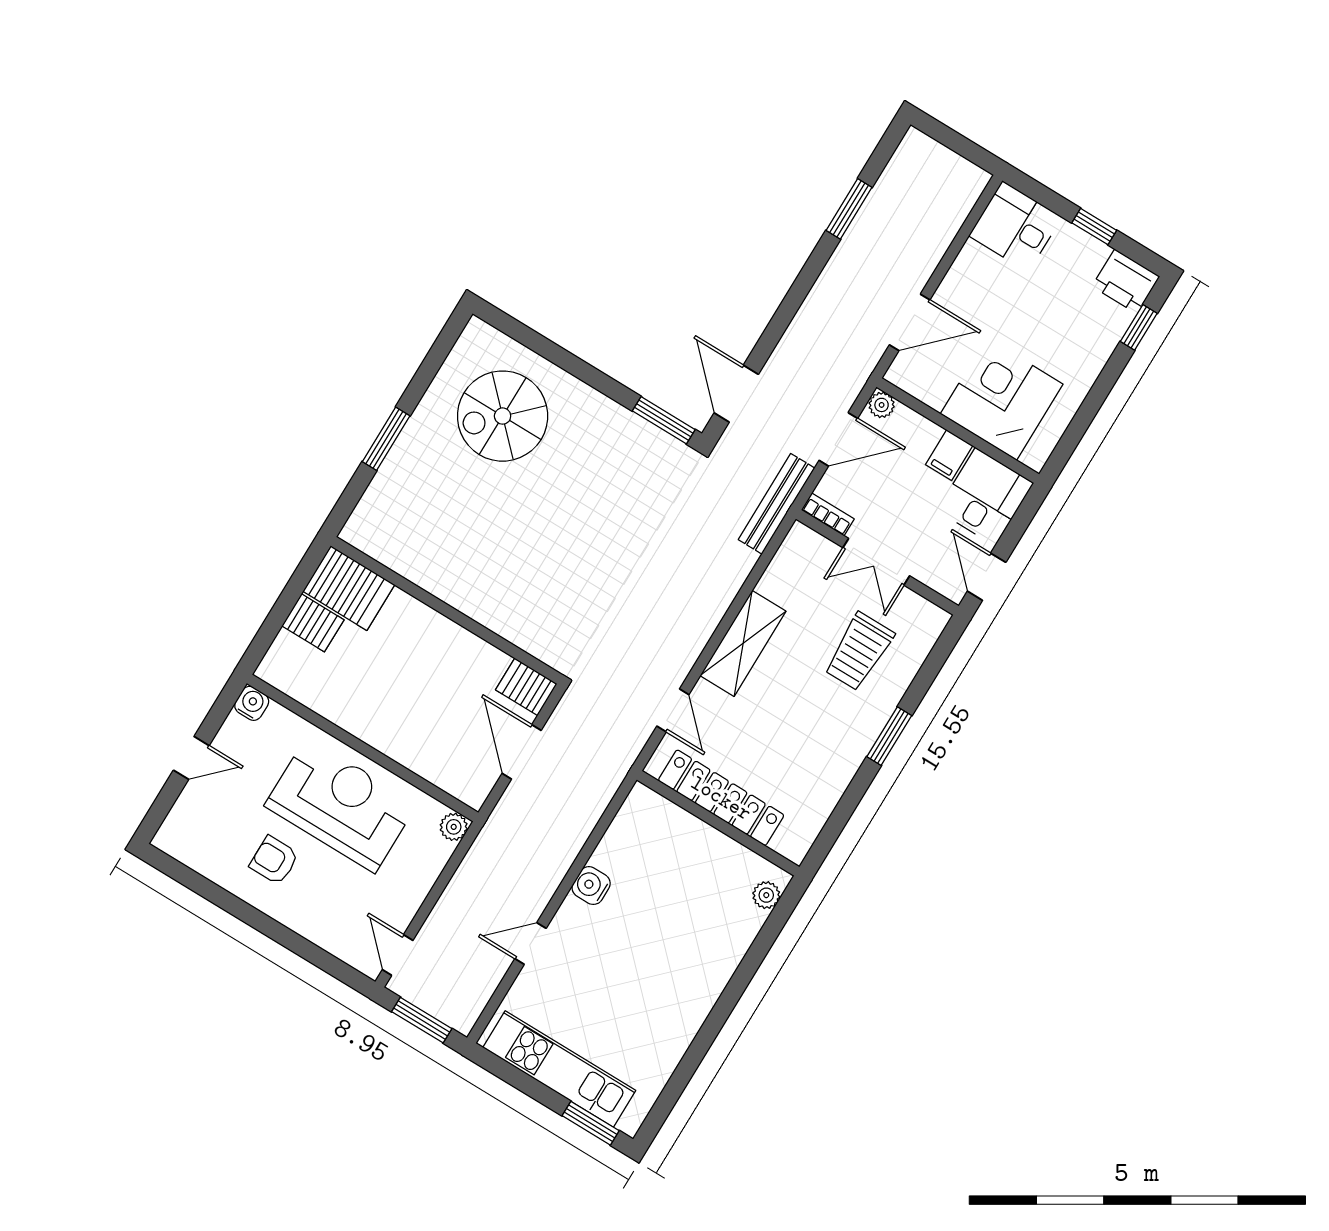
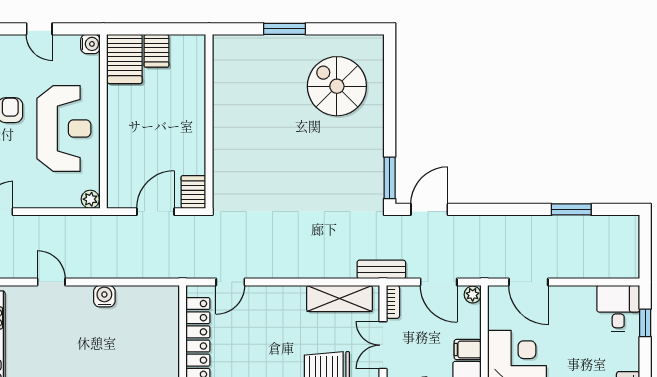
window: (1094, 227) -> (645, 323), moved
bench: (776, 504) -> (381, 269), width x0.73
server rack: (349, 588) -> (125, 59), moved
shelving: (743, 643) -> (340, 298), moved

